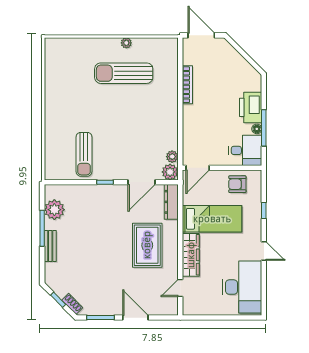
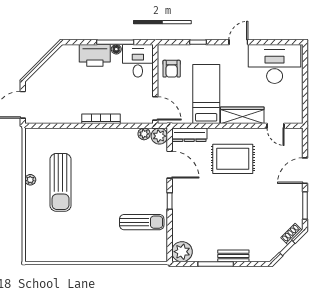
bookcase: (187, 85) -> (101, 119), moved
plant: (54, 210) -> (182, 252), moved

